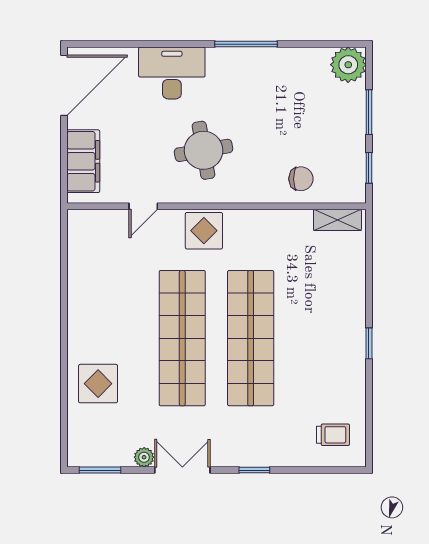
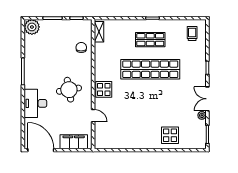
shop shelf: (182, 338) -> (150, 40), moved, width x0.50, depth x0.74

